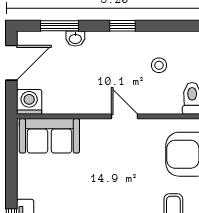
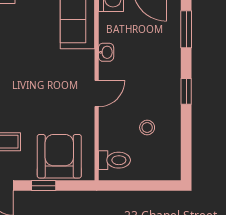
washbasin: (75, 38) -> (106, 52), moved, turned 180

